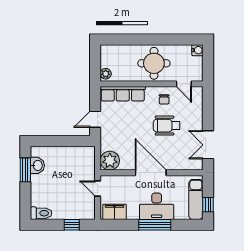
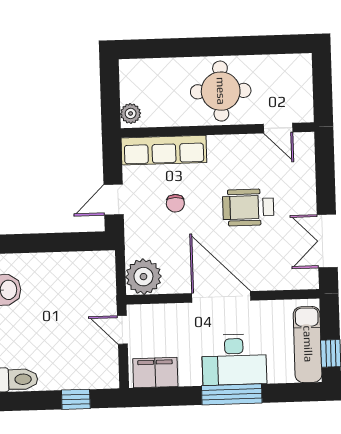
water cooler: (197, 50) -> (302, 64), removed
chair: (164, 99) -> (175, 203), moved

